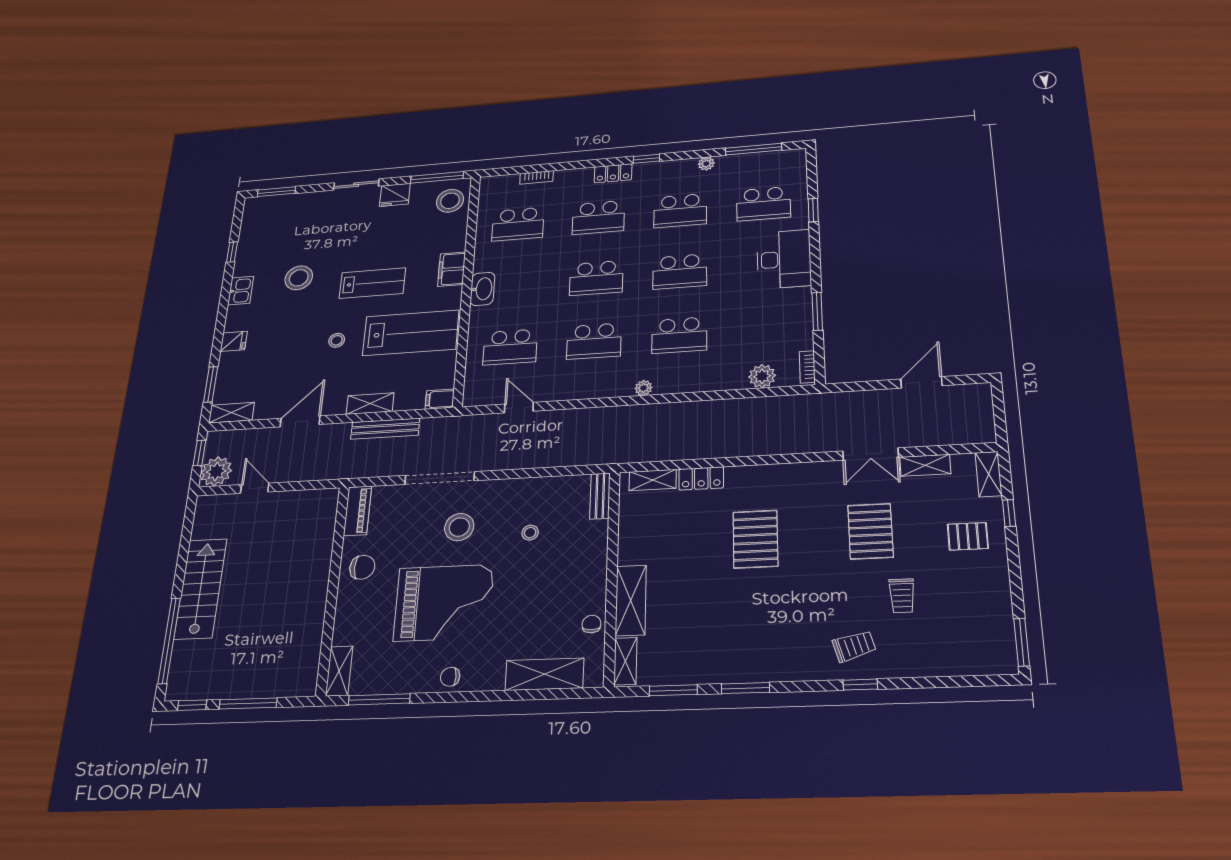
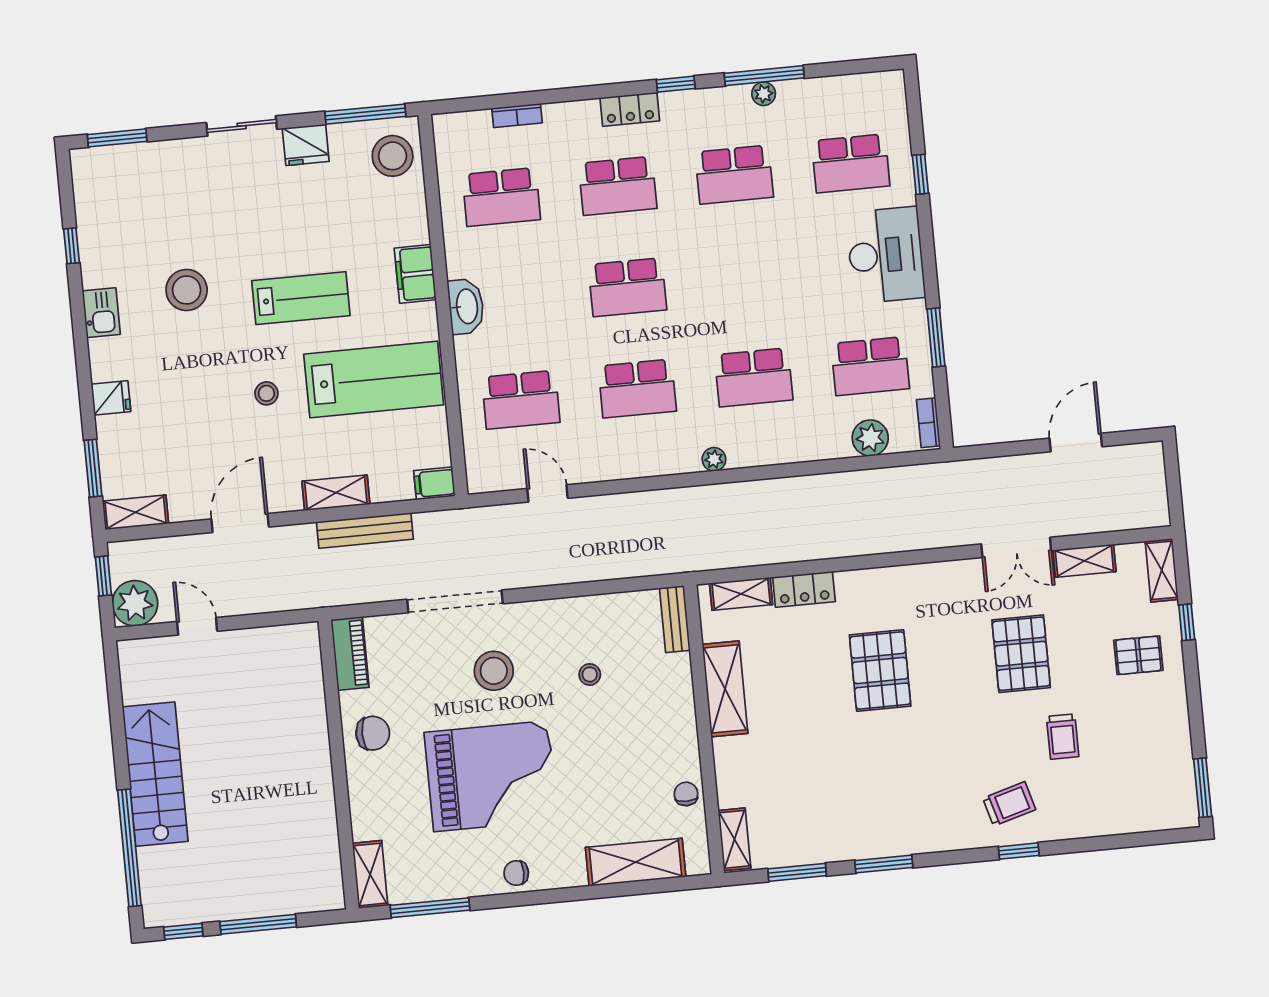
window: (754, 149) -> (764, 76), moved
school desk: (680, 272) -> (870, 366), moved
shelving: (631, 600) -> (725, 689), moved

